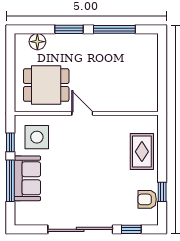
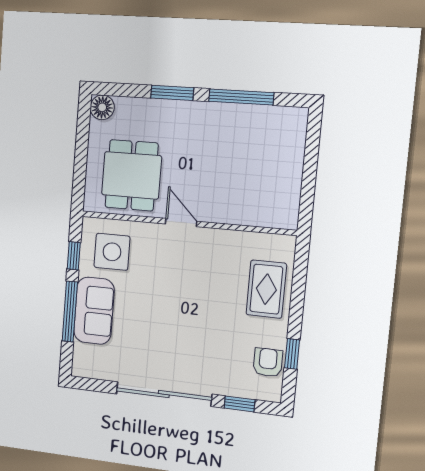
floor lamp: (37, 42) -> (102, 107), moved
dining table: (46, 85) -> (131, 175), turned 90
armchair: (147, 199) -> (268, 362), turned 90

